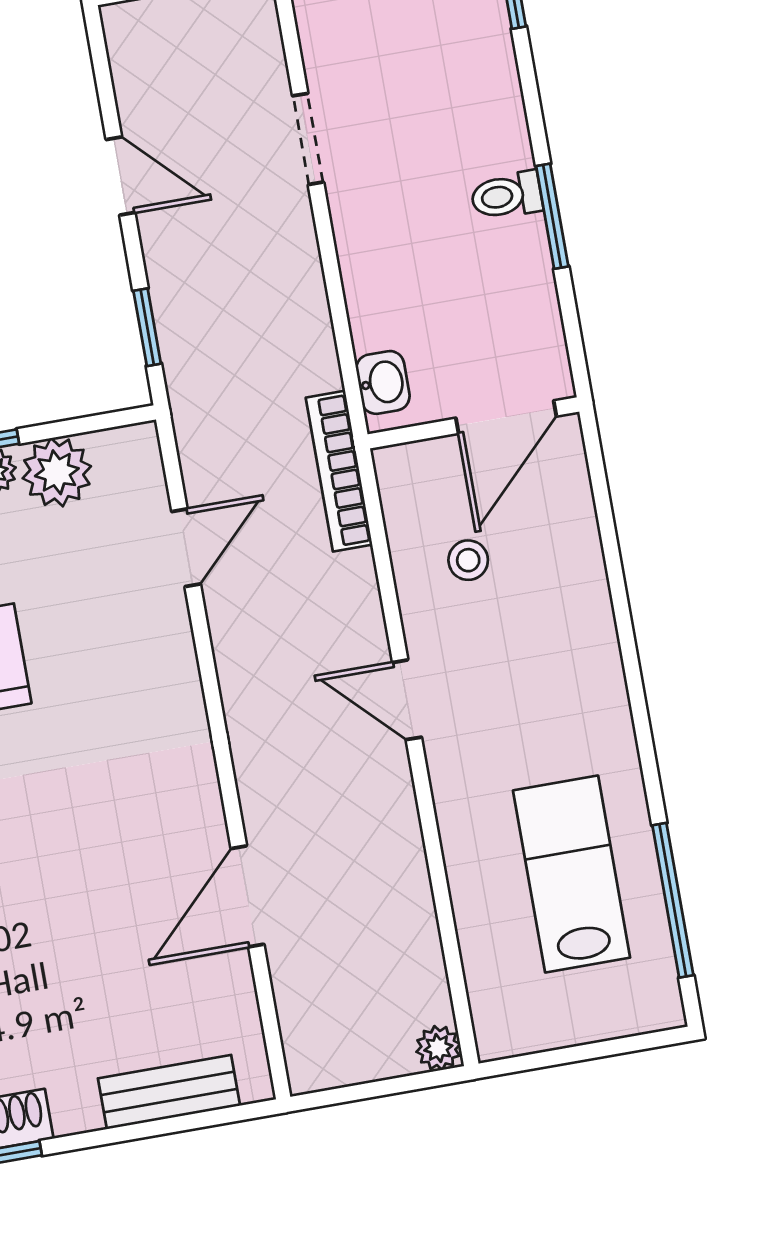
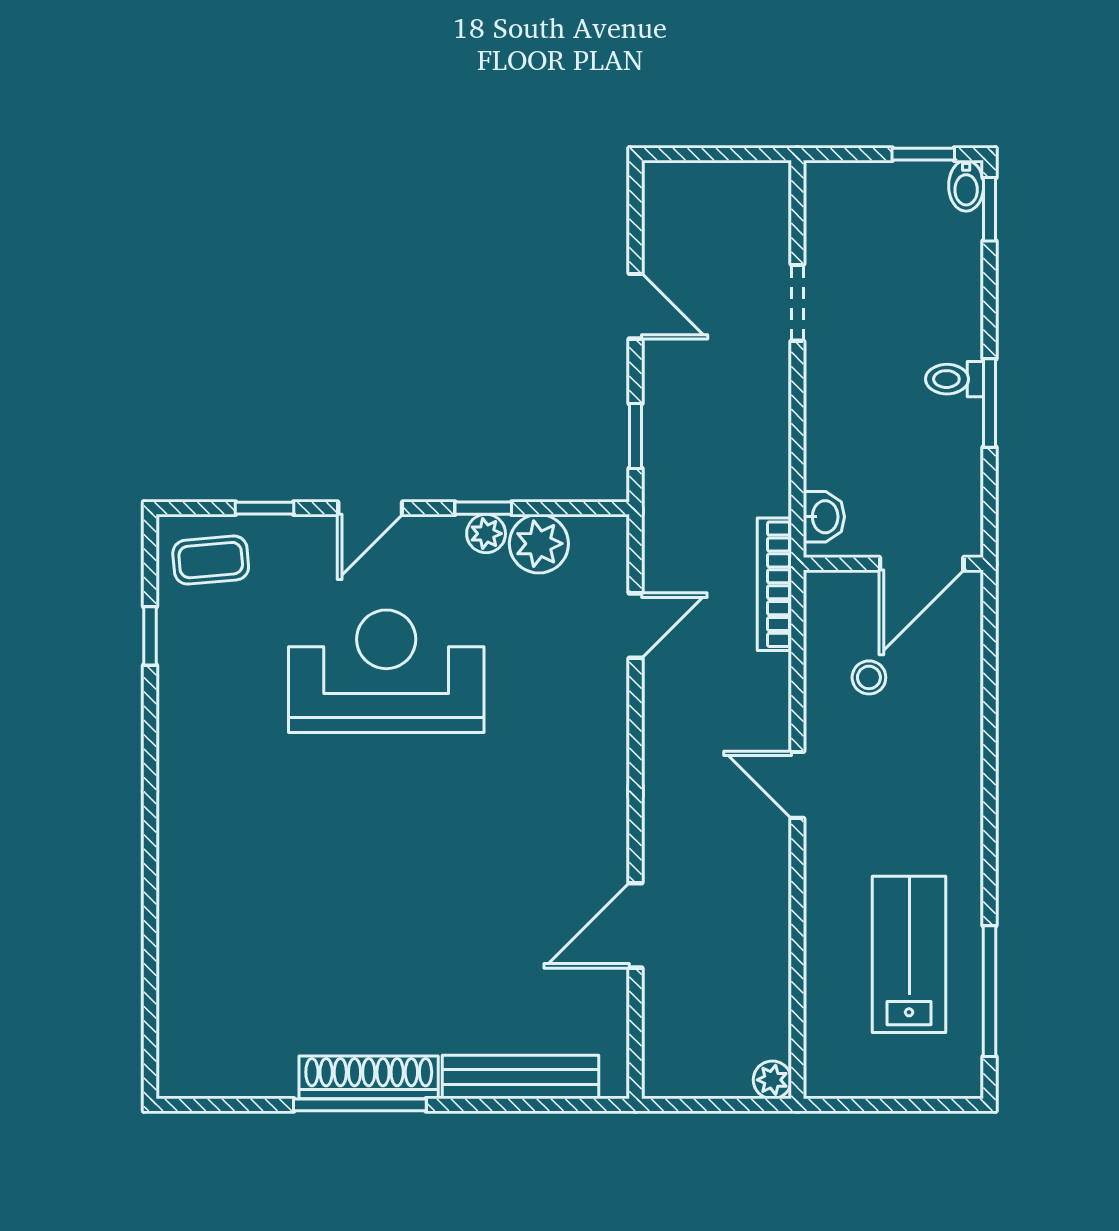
bench: (169, 1092) -> (520, 1077), width x1.36

